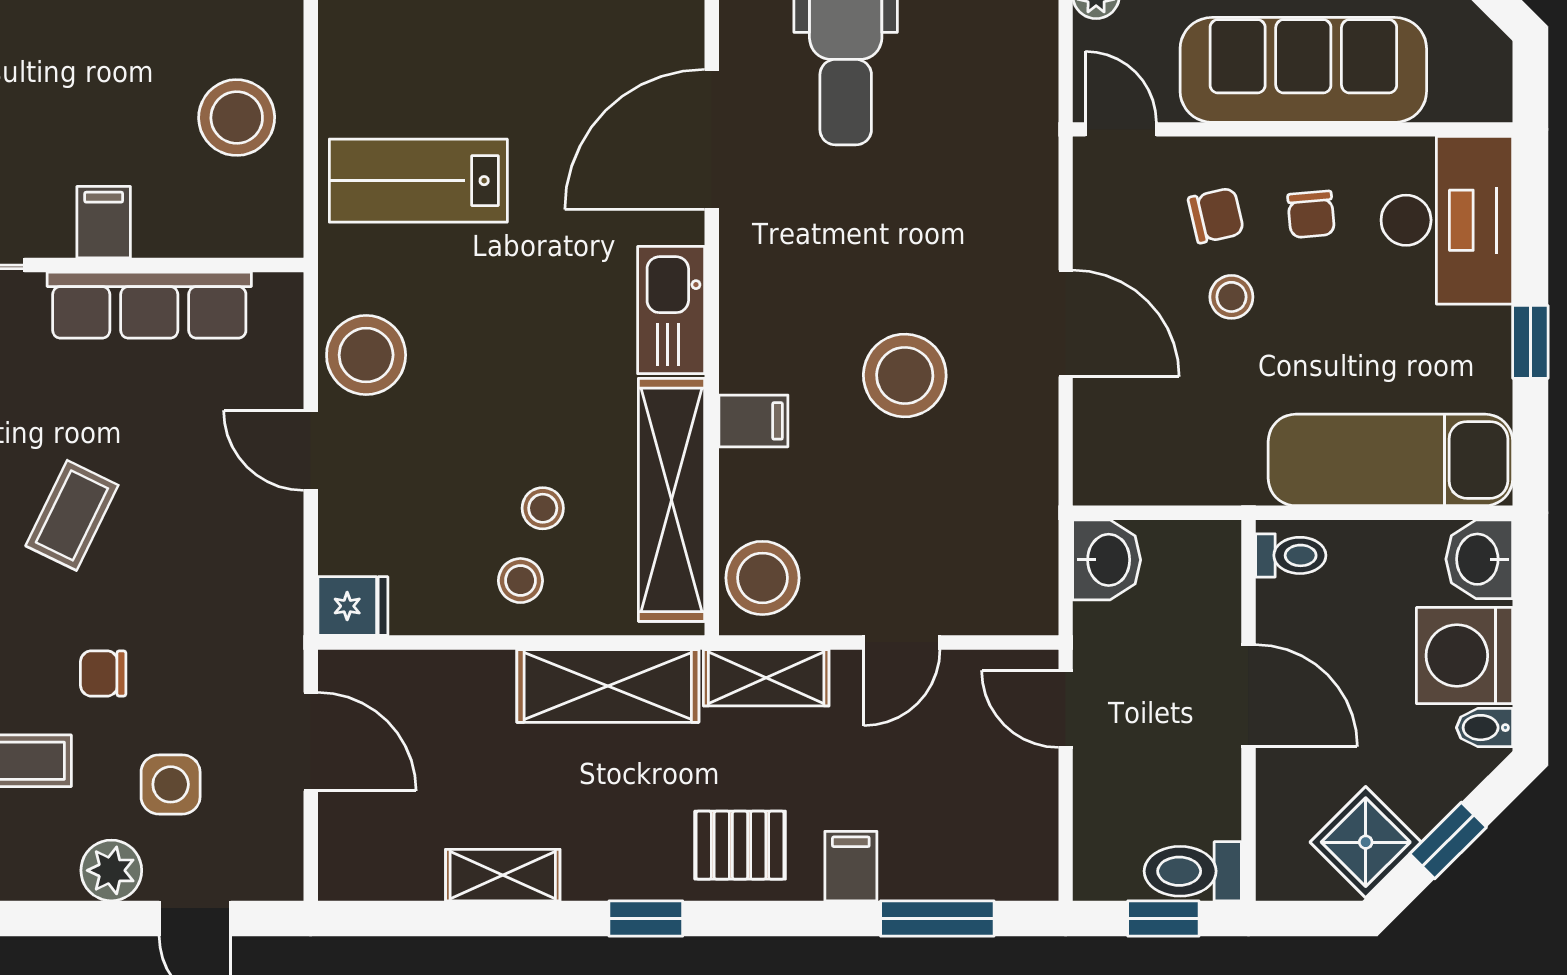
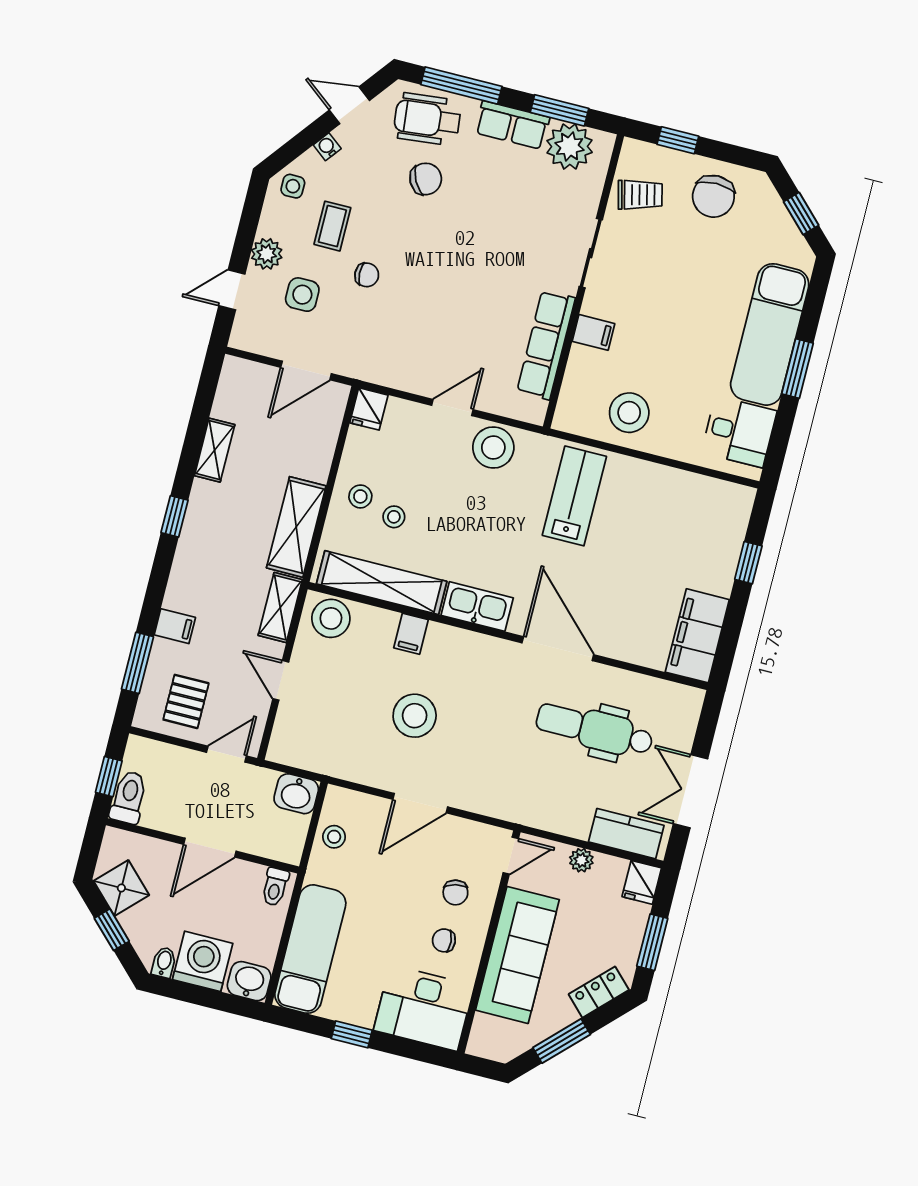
stool: (1231, 297) -> (334, 837), moved
coffee table: (72, 515) -> (450, 279), removed
chair: (103, 673) -> (367, 275), turned 87
pallet: (740, 845) -> (186, 701), moved

